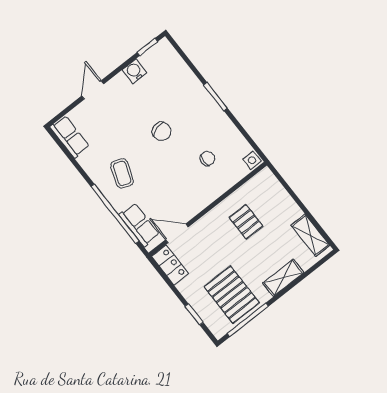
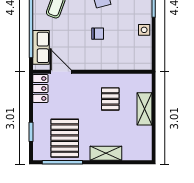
chair: (207, 158) -> (98, 34), moved
side table: (252, 160) -> (144, 30), moved
shelving: (310, 235) -> (145, 109), moved

